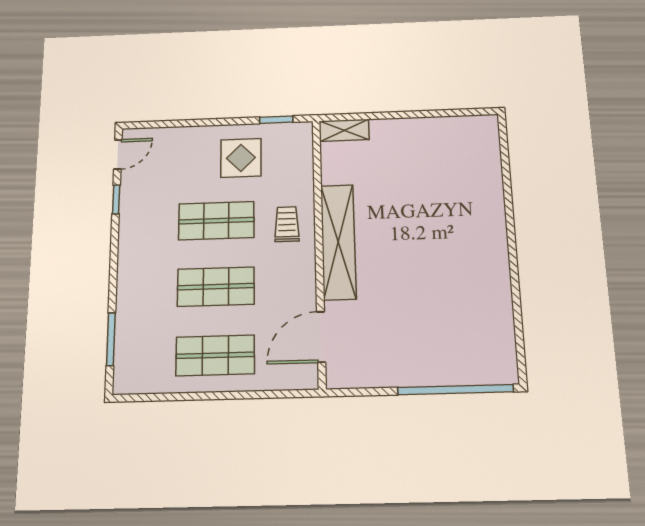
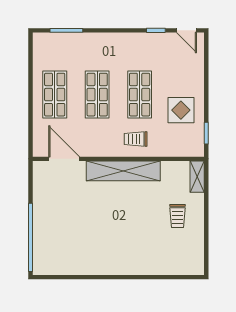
trolley: (407, 157) -> (177, 216), added
trolley: (287, 224) -> (136, 139), turned 180

